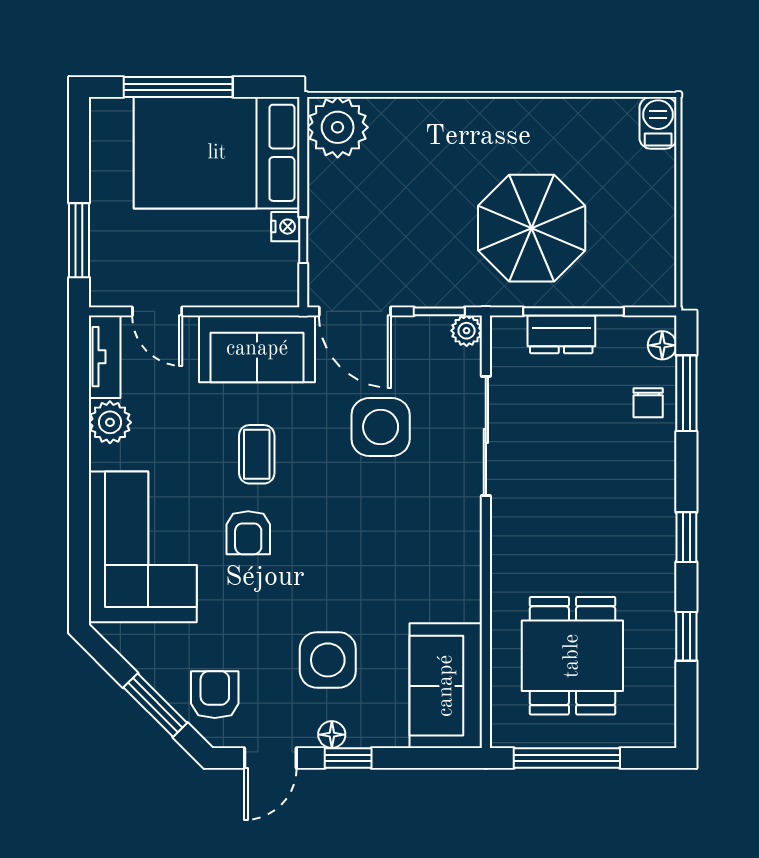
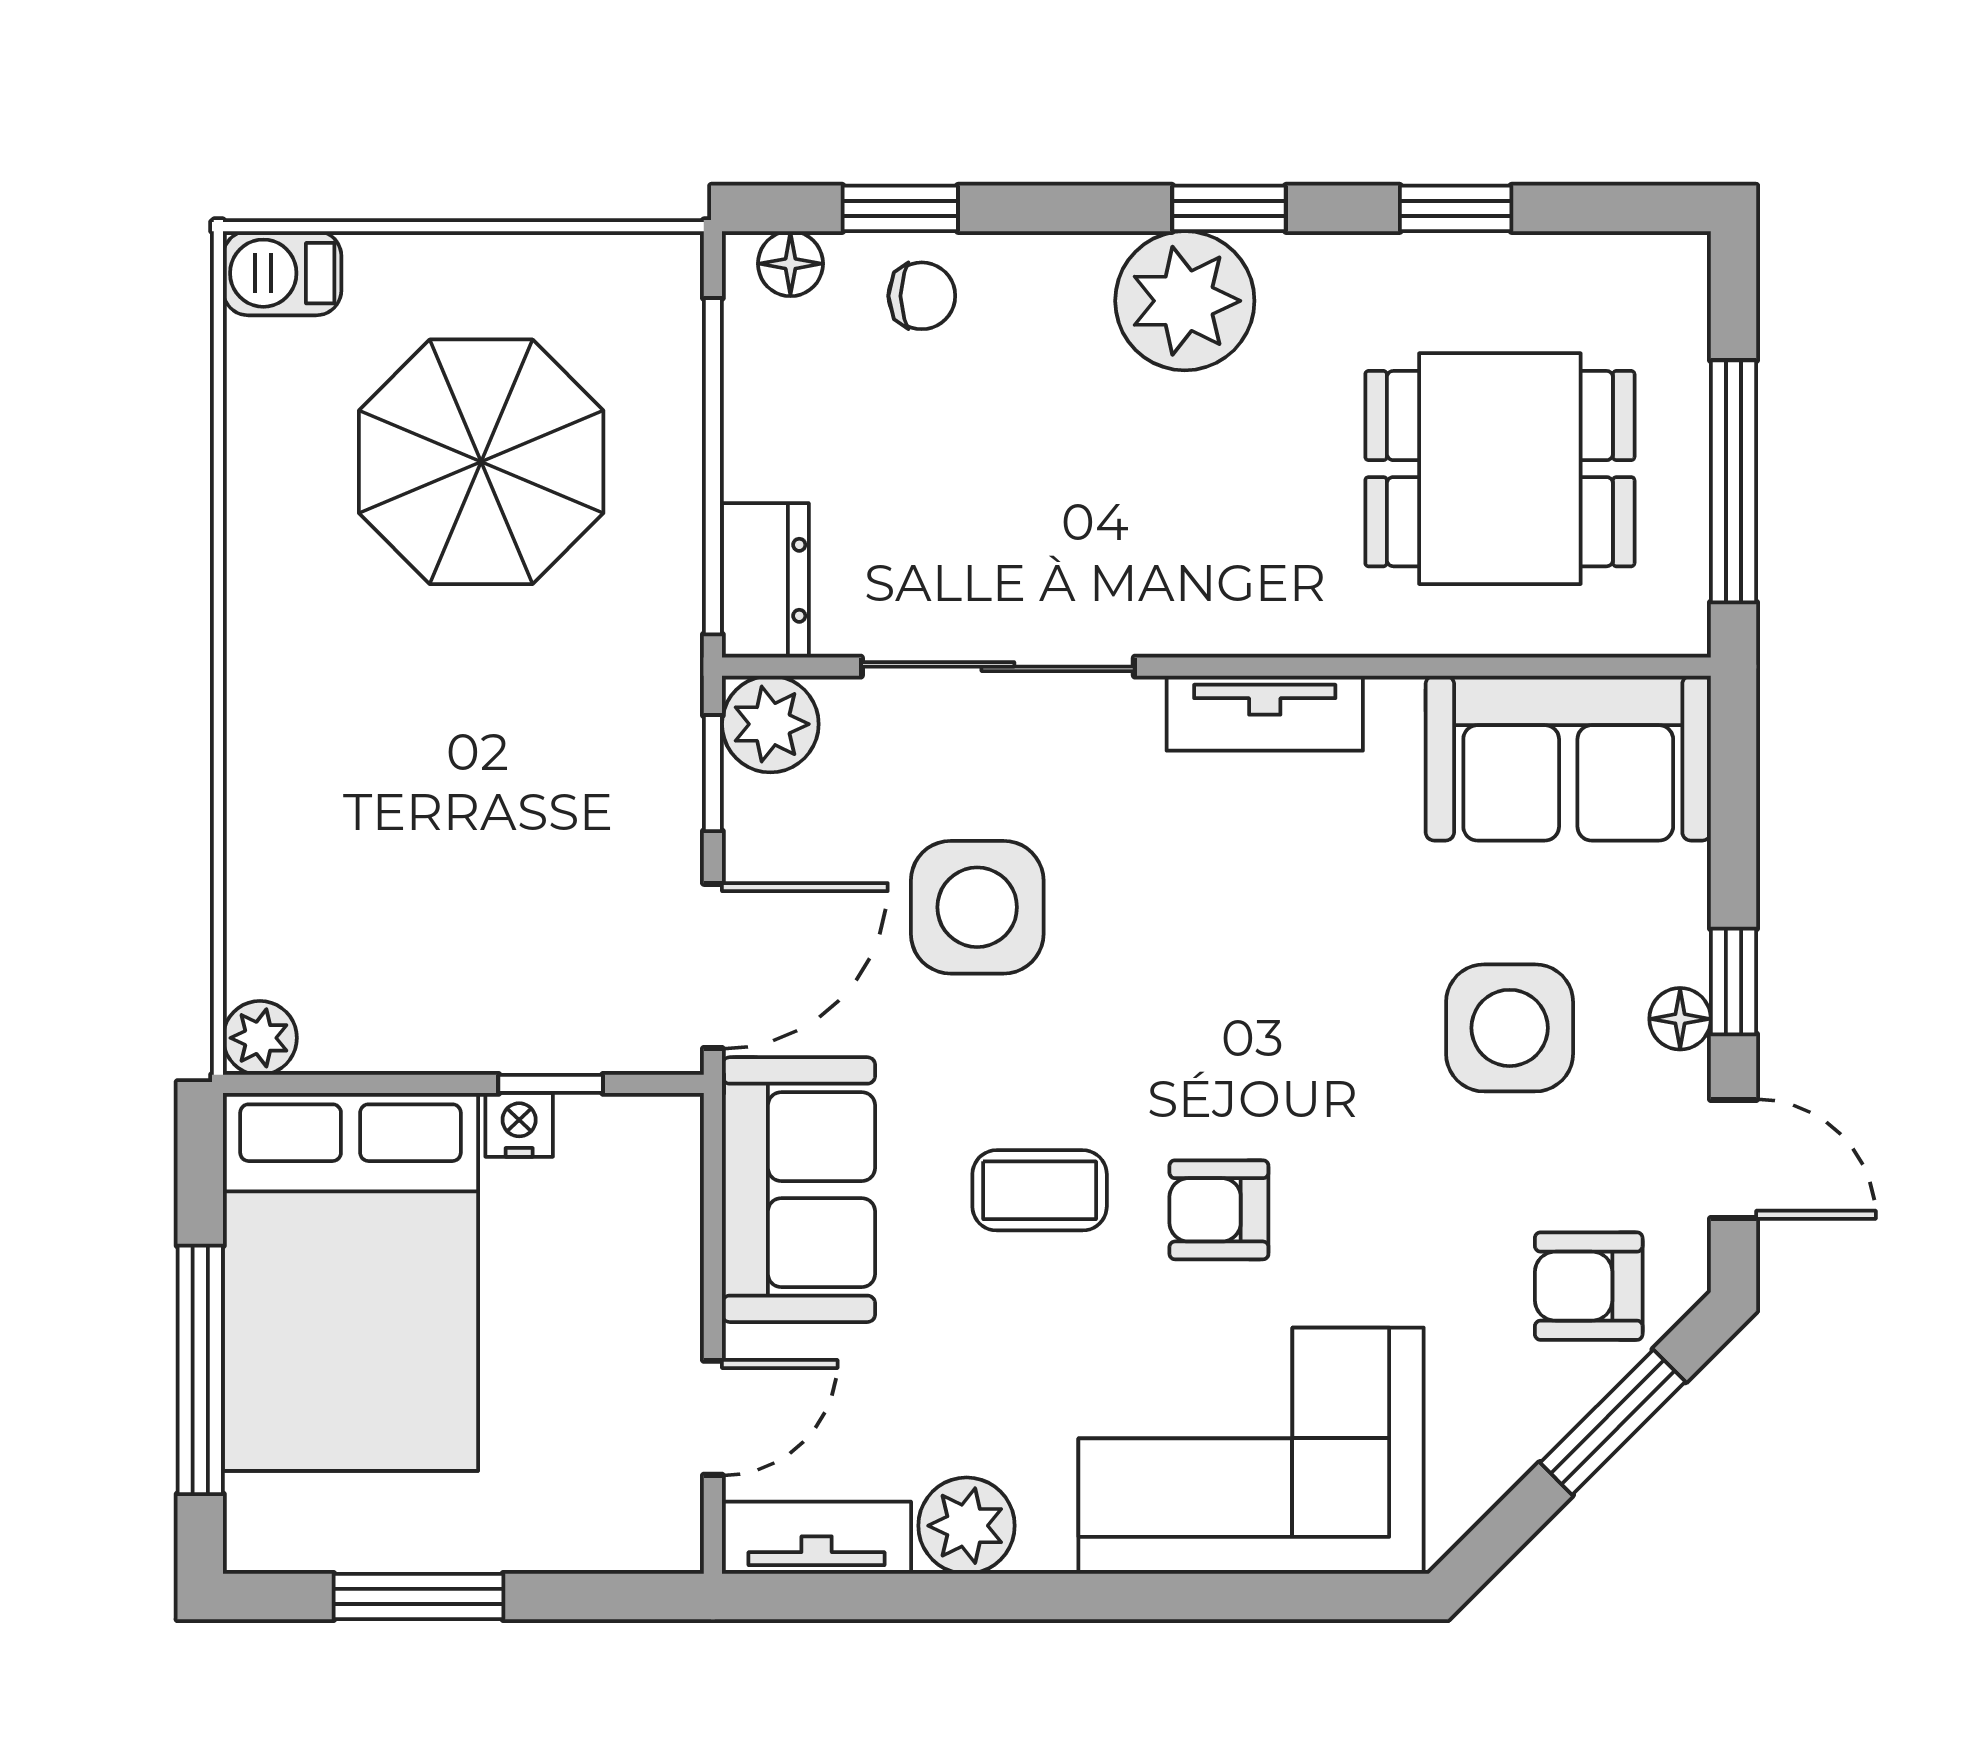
plant: (338, 127) -> (260, 1038), width x0.53, depth x0.53
parasol: (532, 228) -> (481, 462), moved
window: (79, 240) -> (418, 1597), moved
window: (574, 311) -> (713, 466), width x1.46
plant: (467, 331) -> (770, 724), width x1.38, depth x1.38
dresser: (561, 334) -> (765, 580), moved
window: (686, 393) -> (900, 208), width x0.67
plant: (646, 518) -> (1185, 301), added
armchair: (248, 533) -> (1219, 1210), turned 180
tv unit: (465, 553) -> (1265, 713), added

